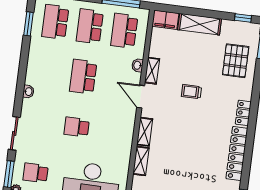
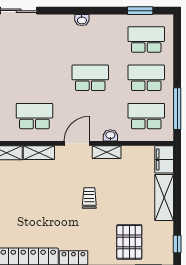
pallet: (236, 61) -> (129, 242), turned 90
washbasin: (28, 92) -> (82, 20), moved
school desk: (77, 127) -> (34, 116), moved, width x1.85

